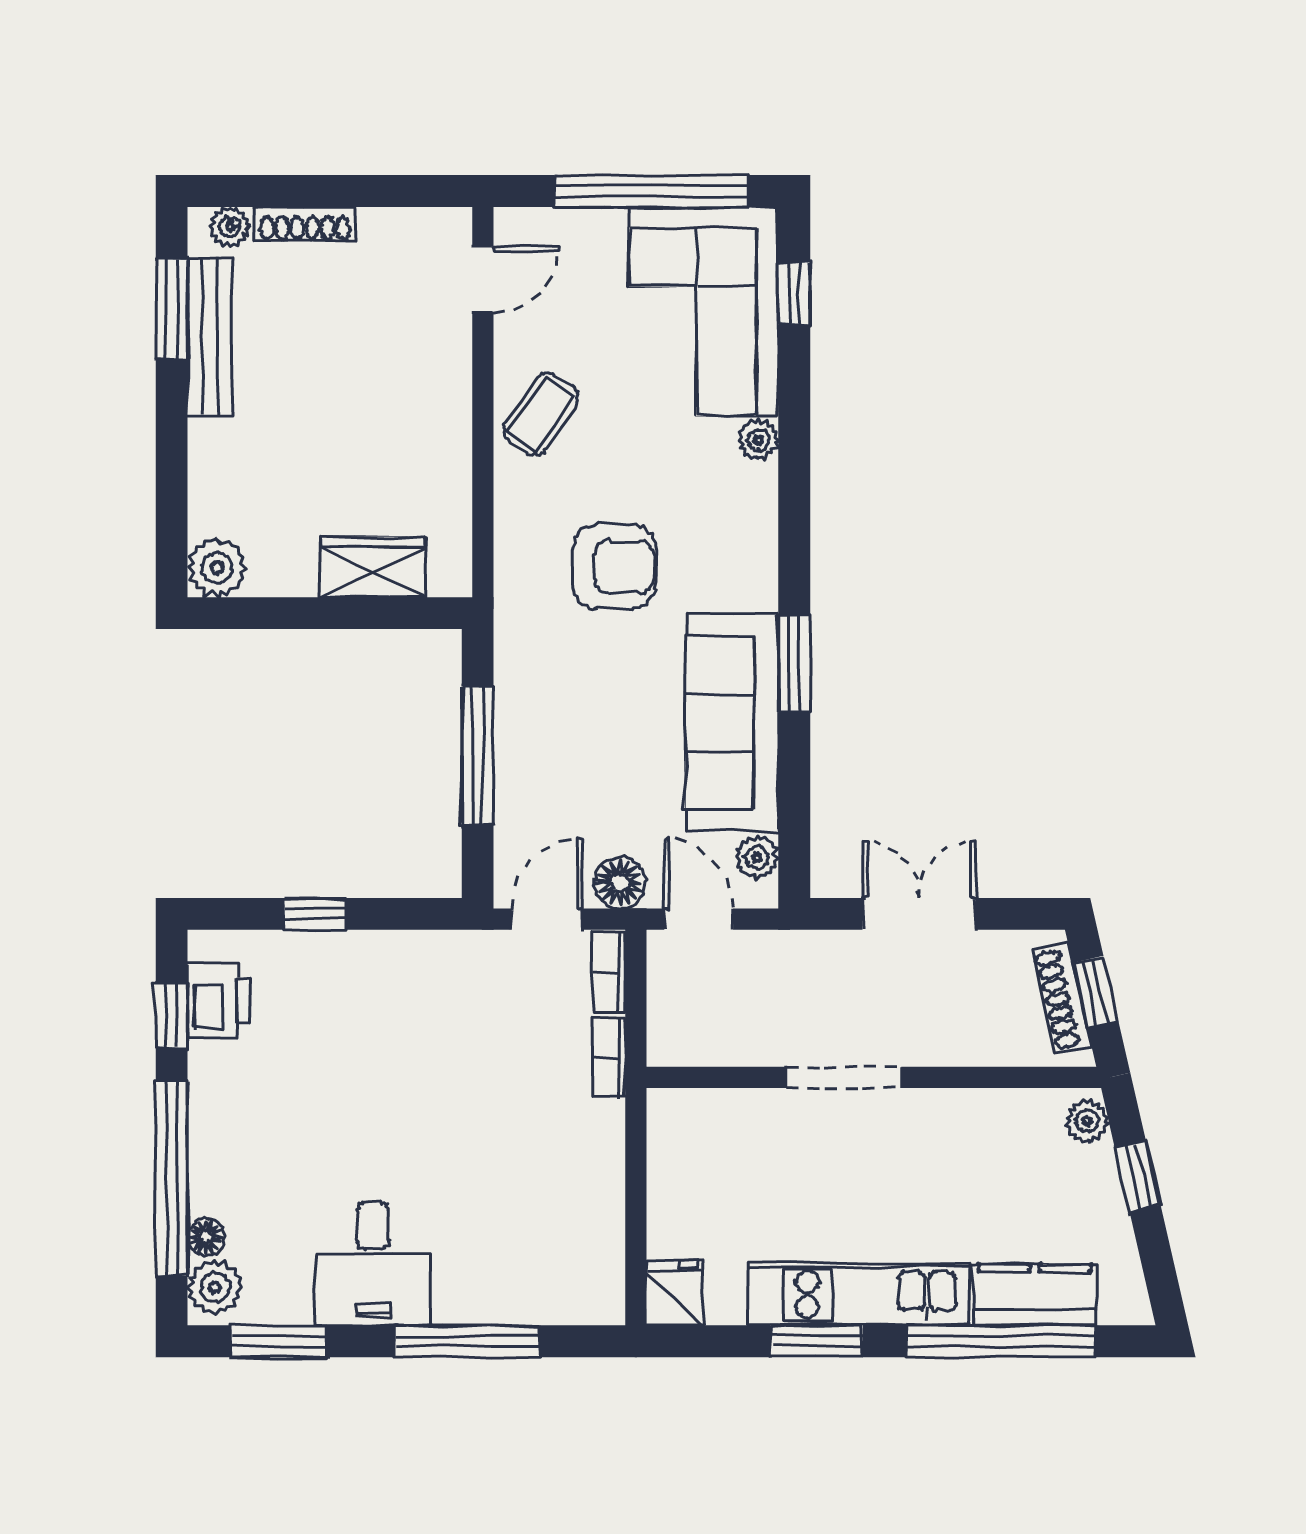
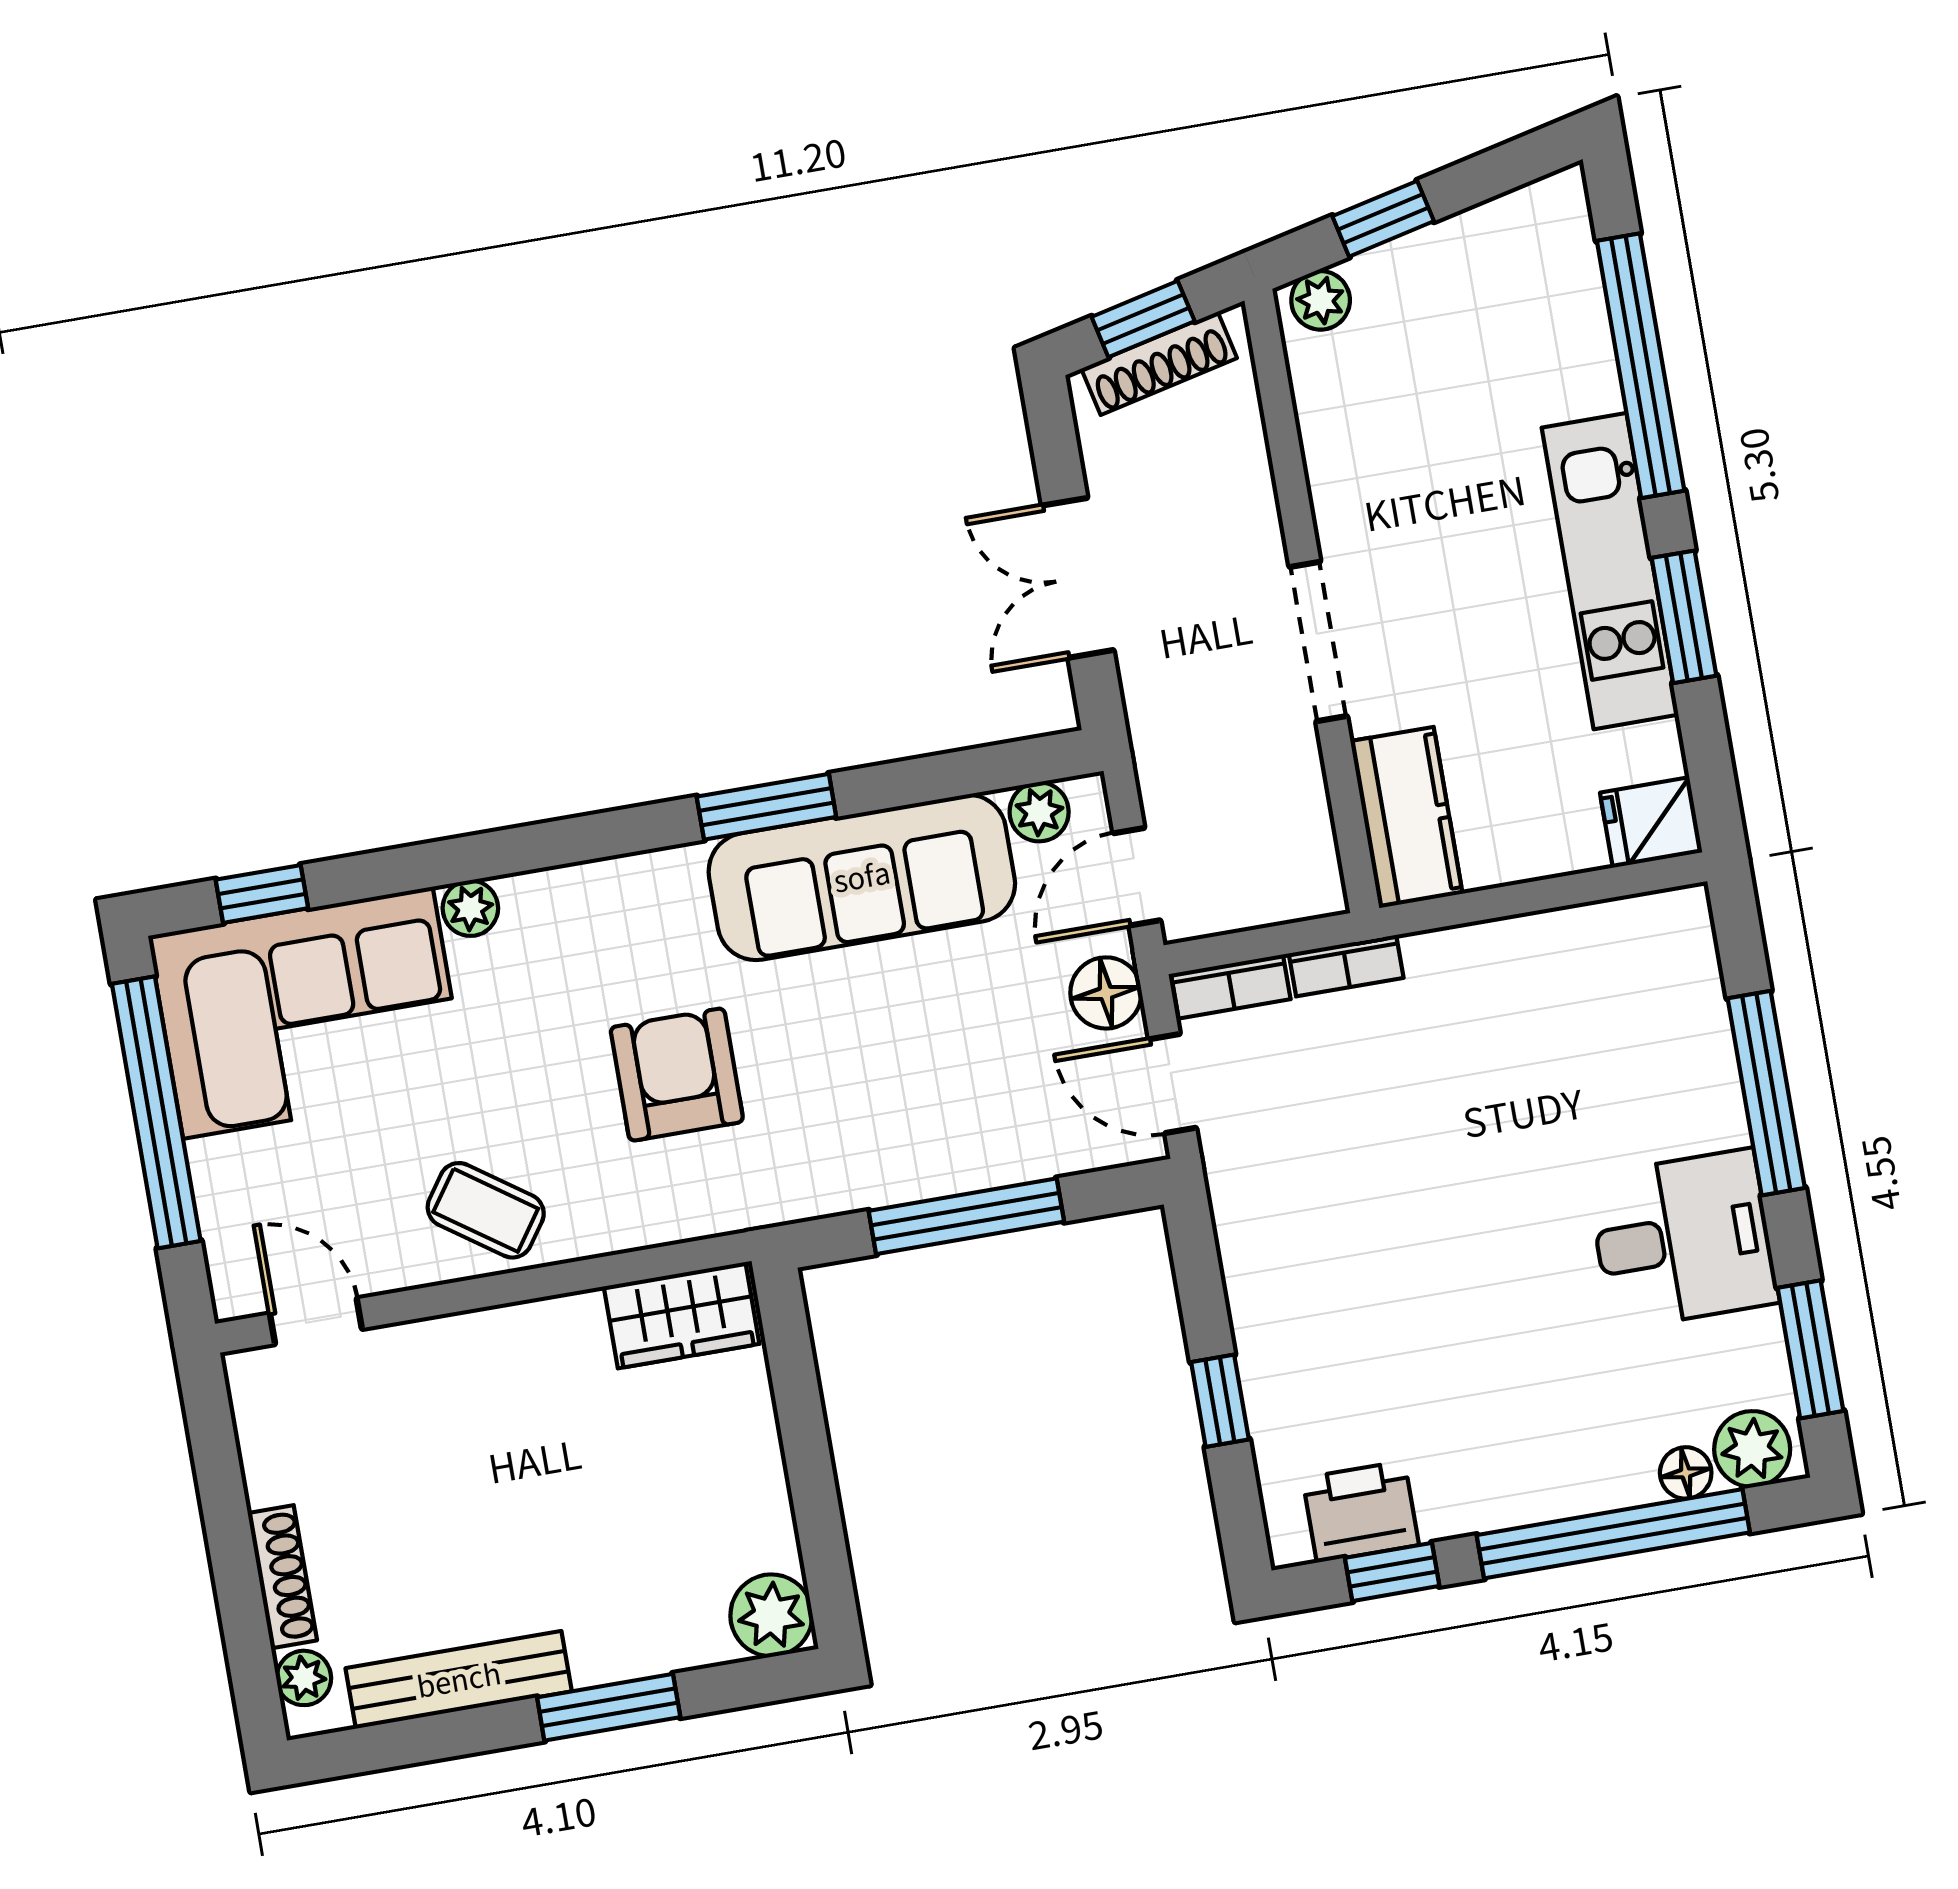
window: (172, 310) -> (609, 1707), moved
wardrobe: (372, 567) -> (682, 1315), moved, turned -90
kitchen counter: (1035, 1295) -> (1406, 817), moved, turned 180

